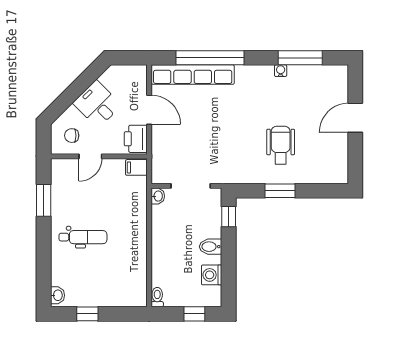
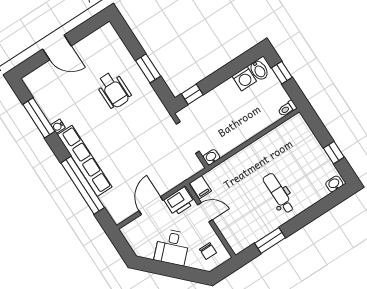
row of seats: (193, 75) -> (85, 161), moved
wheelchair: (281, 145) -> (114, 90), turned -90
door: (90, 156) -> (205, 212), moved
bidet: (211, 247) -> (259, 70), moved

